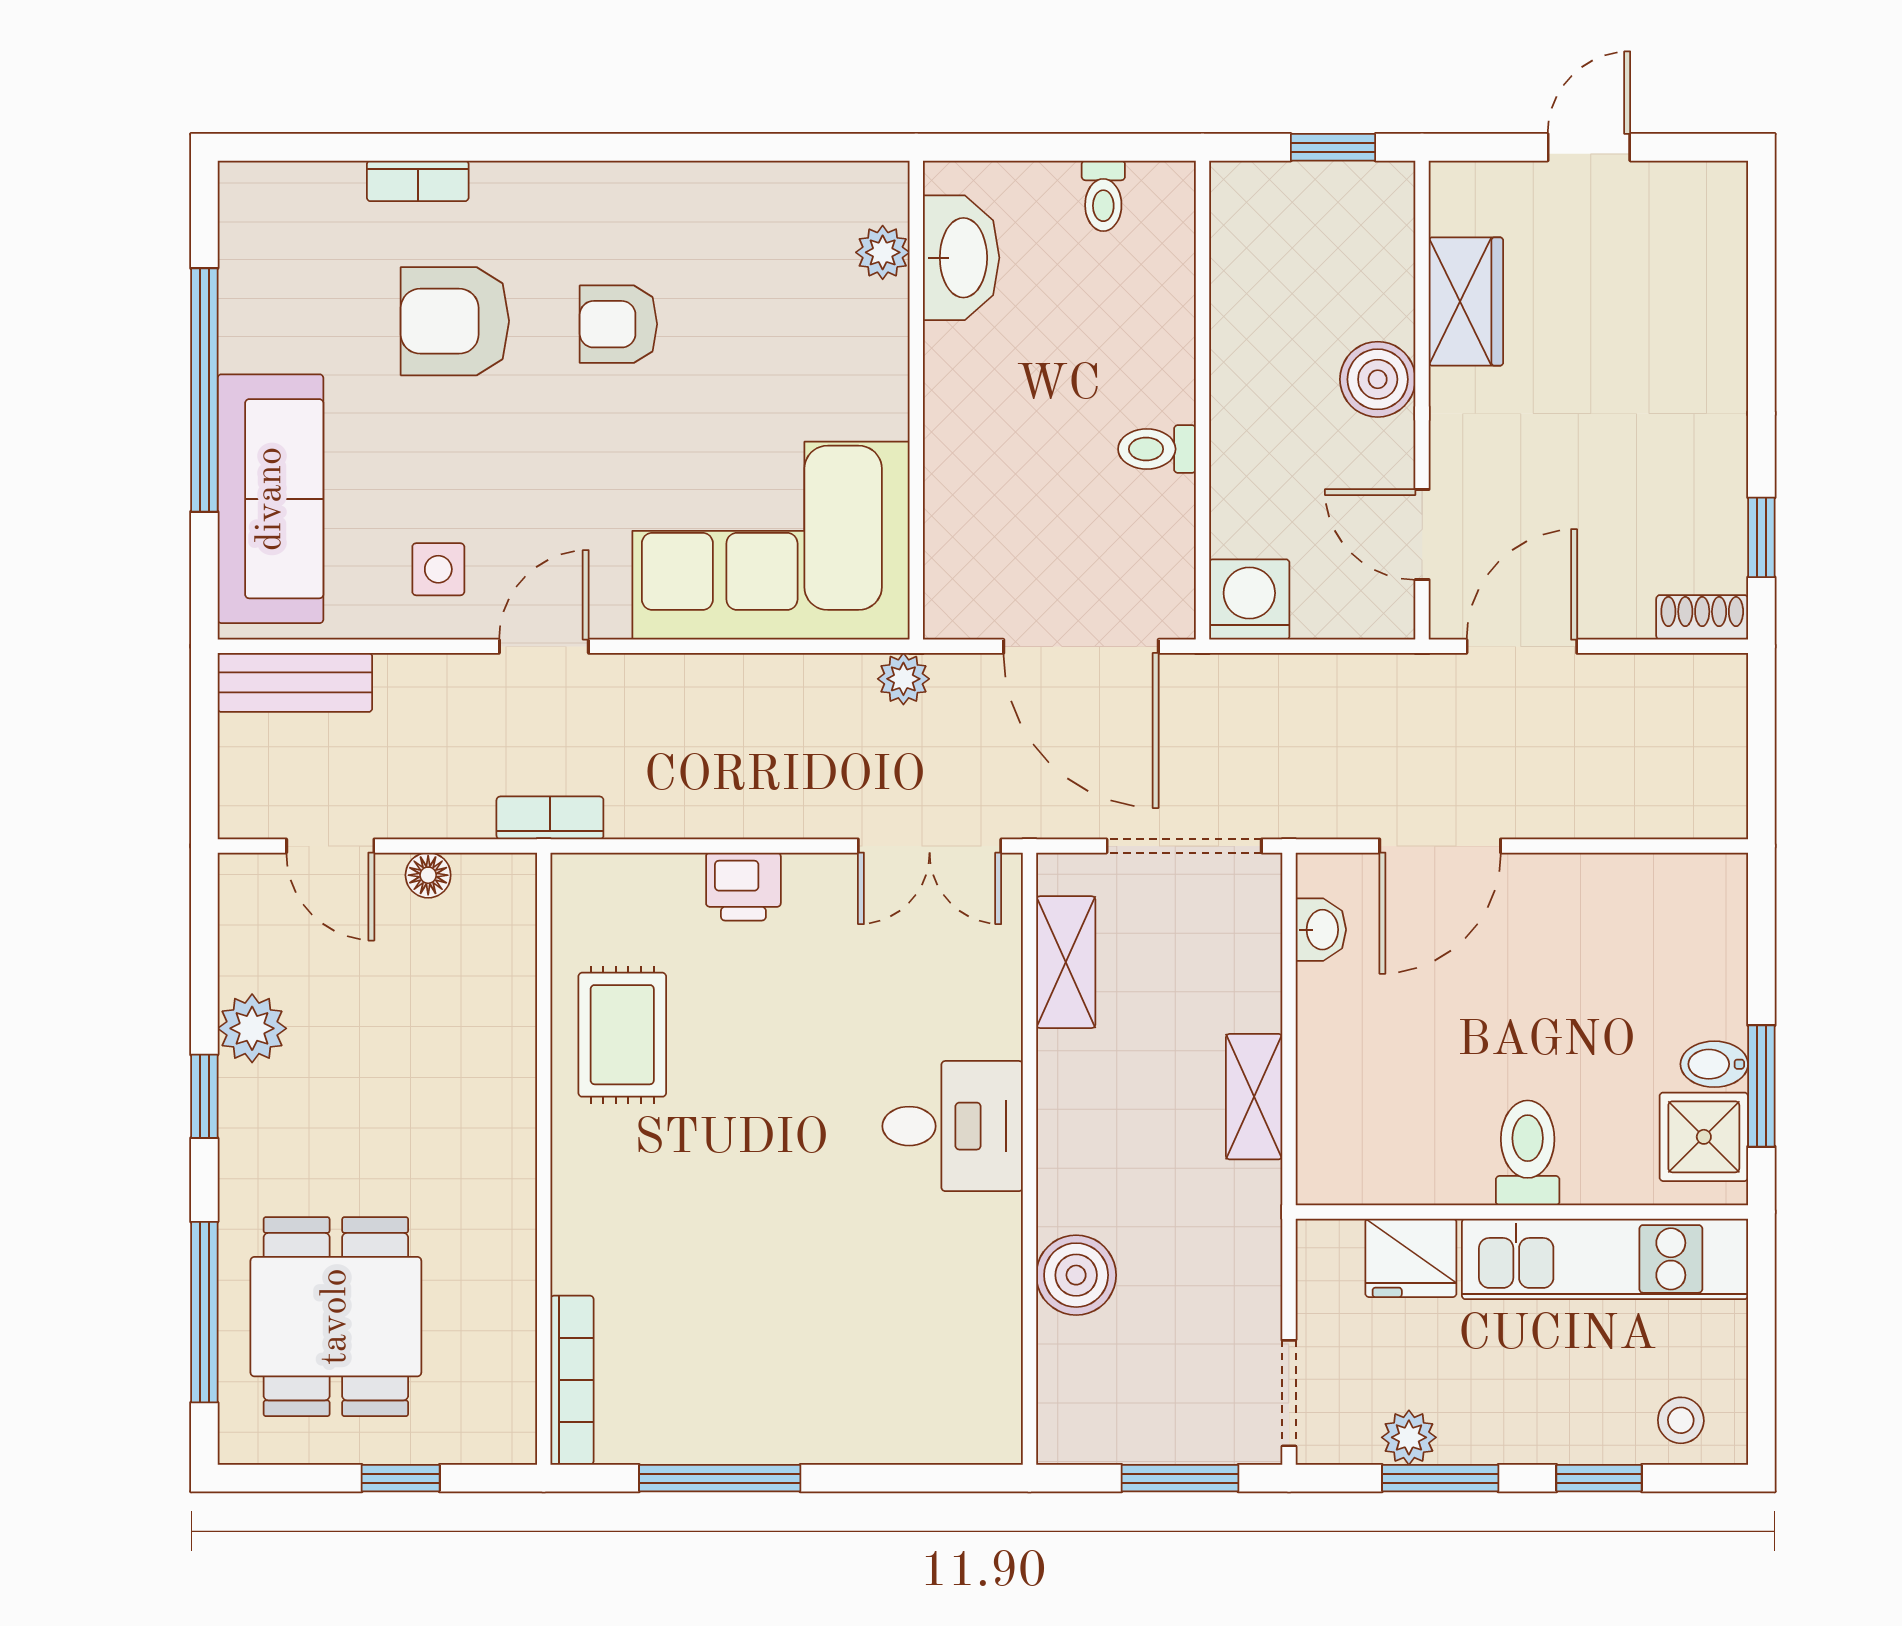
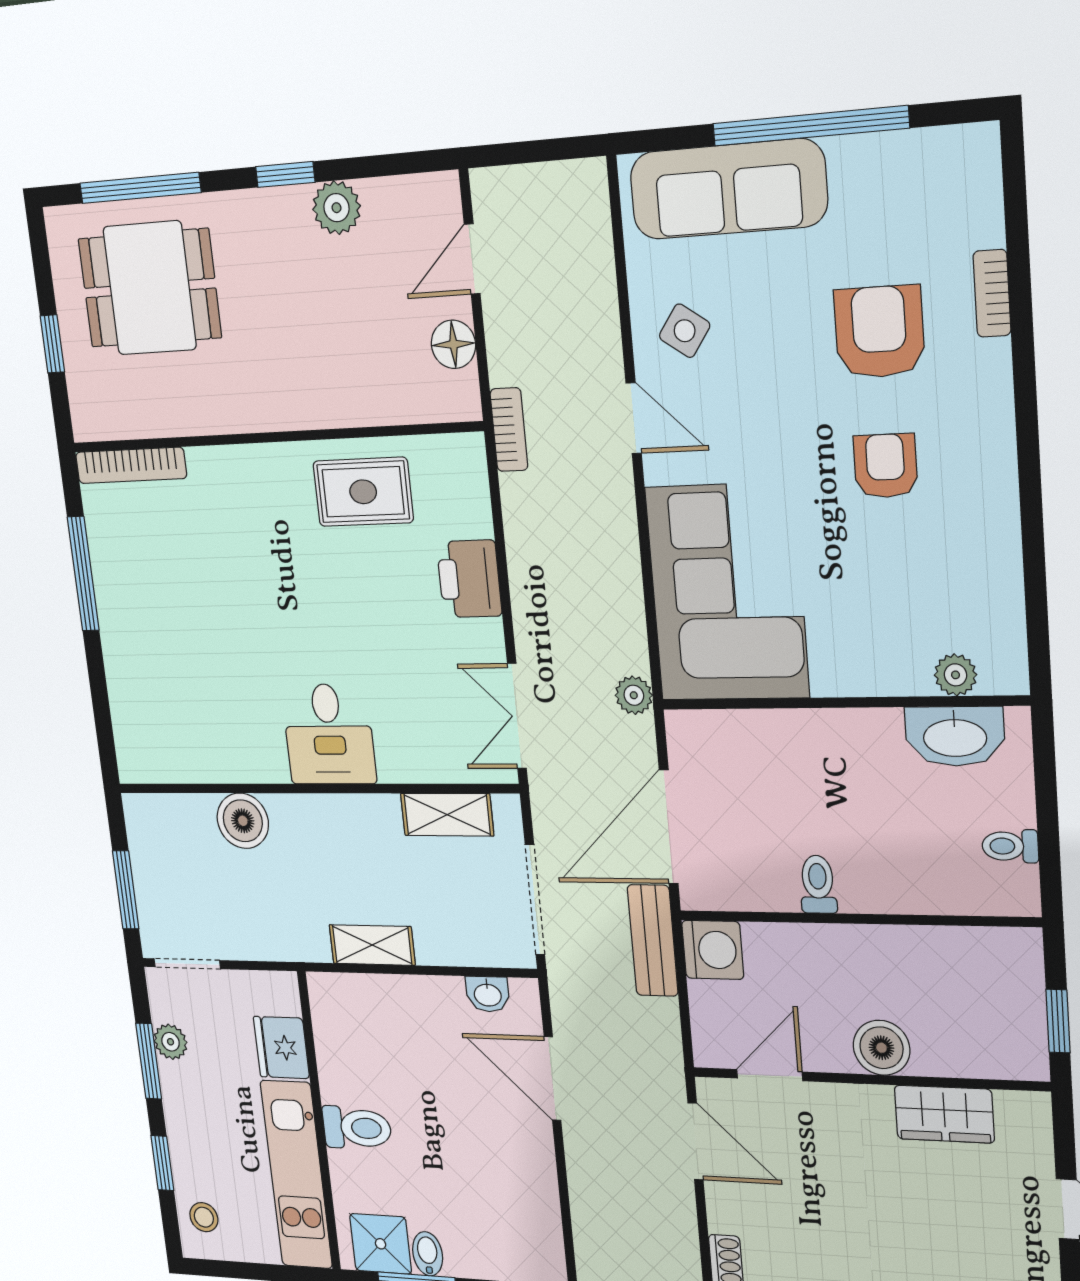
side table: (438, 569) -> (685, 331), turned 35
bench: (295, 682) -> (653, 941), moved
floor lamp: (428, 875) -> (453, 344), width x1.37, depth x1.37
printer: (743, 887) -> (469, 579), width x1.36, depth x1.24

